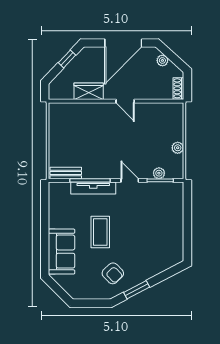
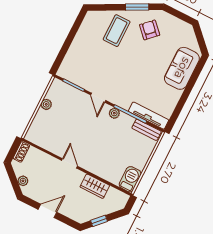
door: (123, 43) -> (47, 211), width x0.53
barbecue: (57, 116) -> (130, 179), added
plant: (159, 173) -> (114, 113), moved
tv unit: (93, 188) -> (148, 116), moved
coffee table: (100, 232) -> (117, 31), moved

